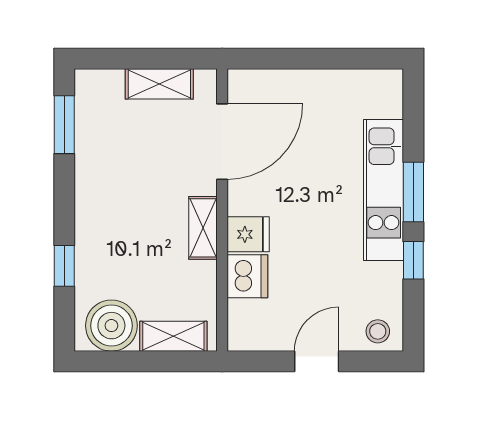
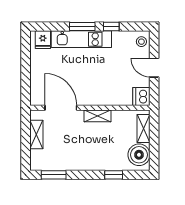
fridge: (248, 234) -> (43, 40), moved, turned 180
dishwasher: (247, 276) -> (141, 96), moved, turned -90

